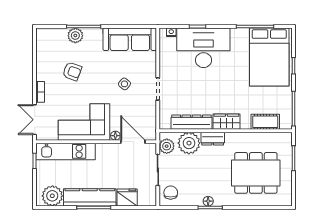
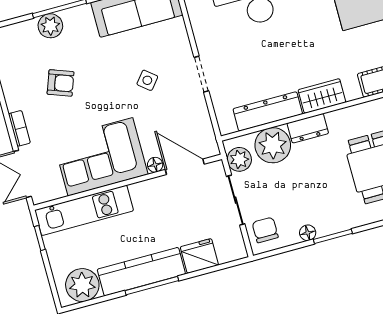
floor lamp: (208, 201) -> (308, 233), moved

